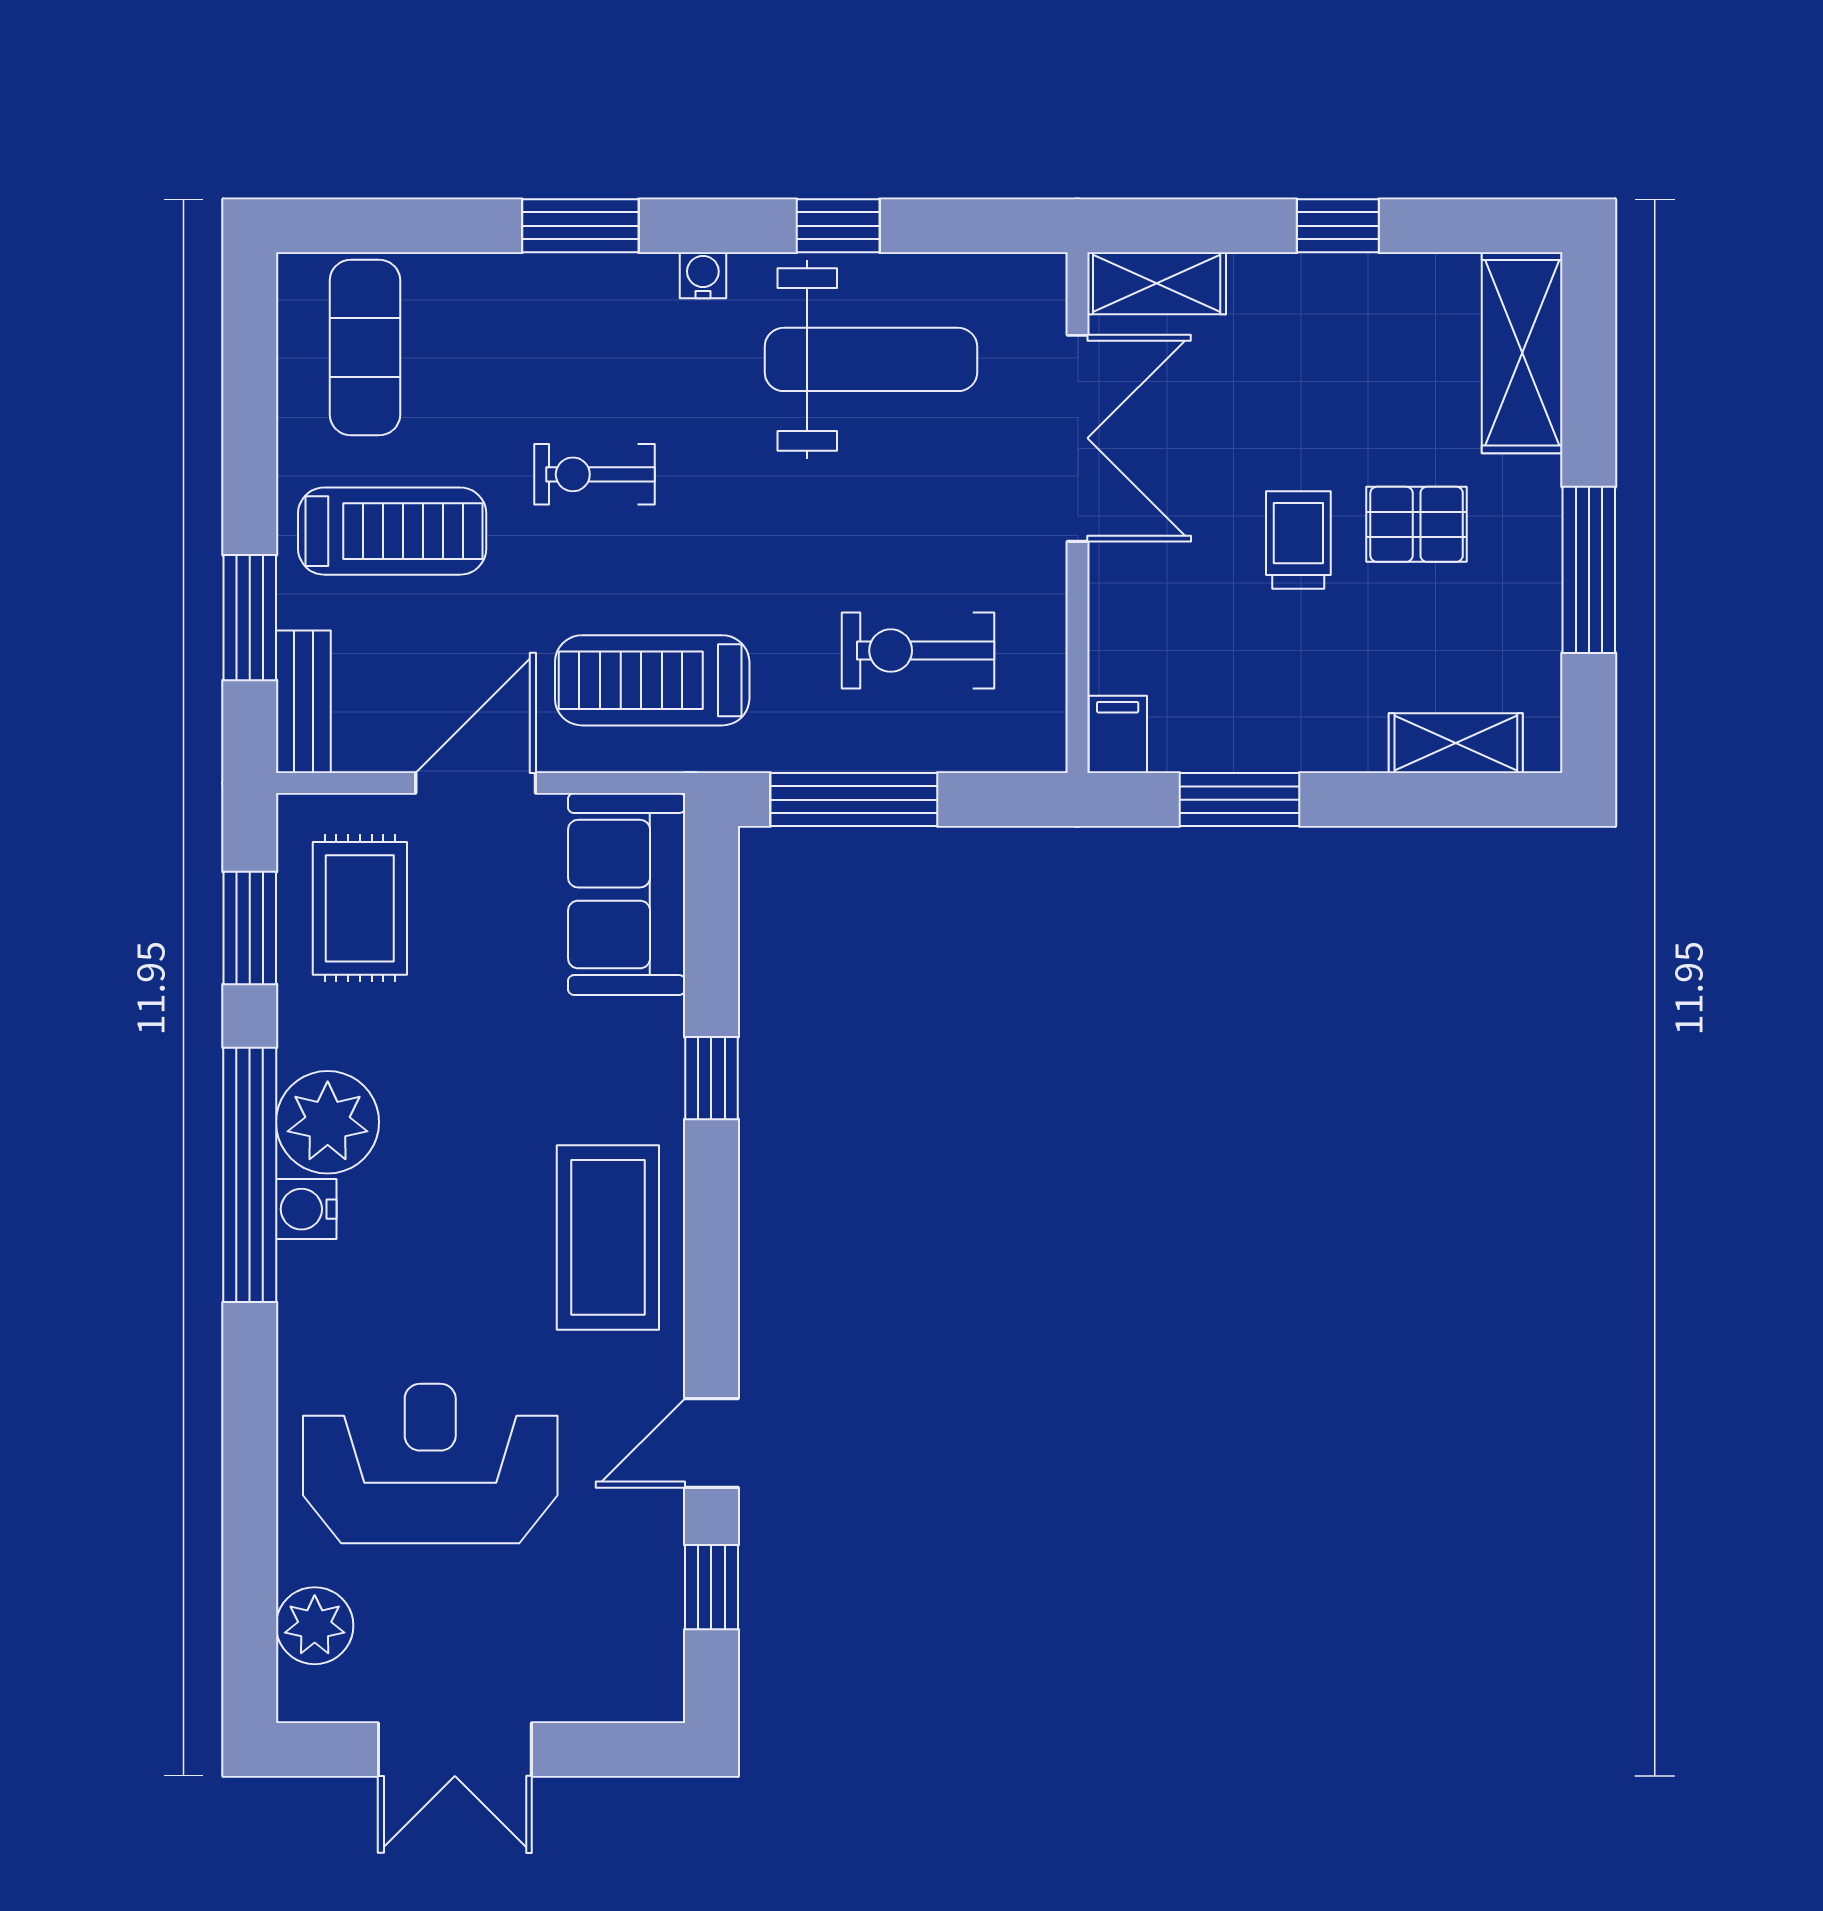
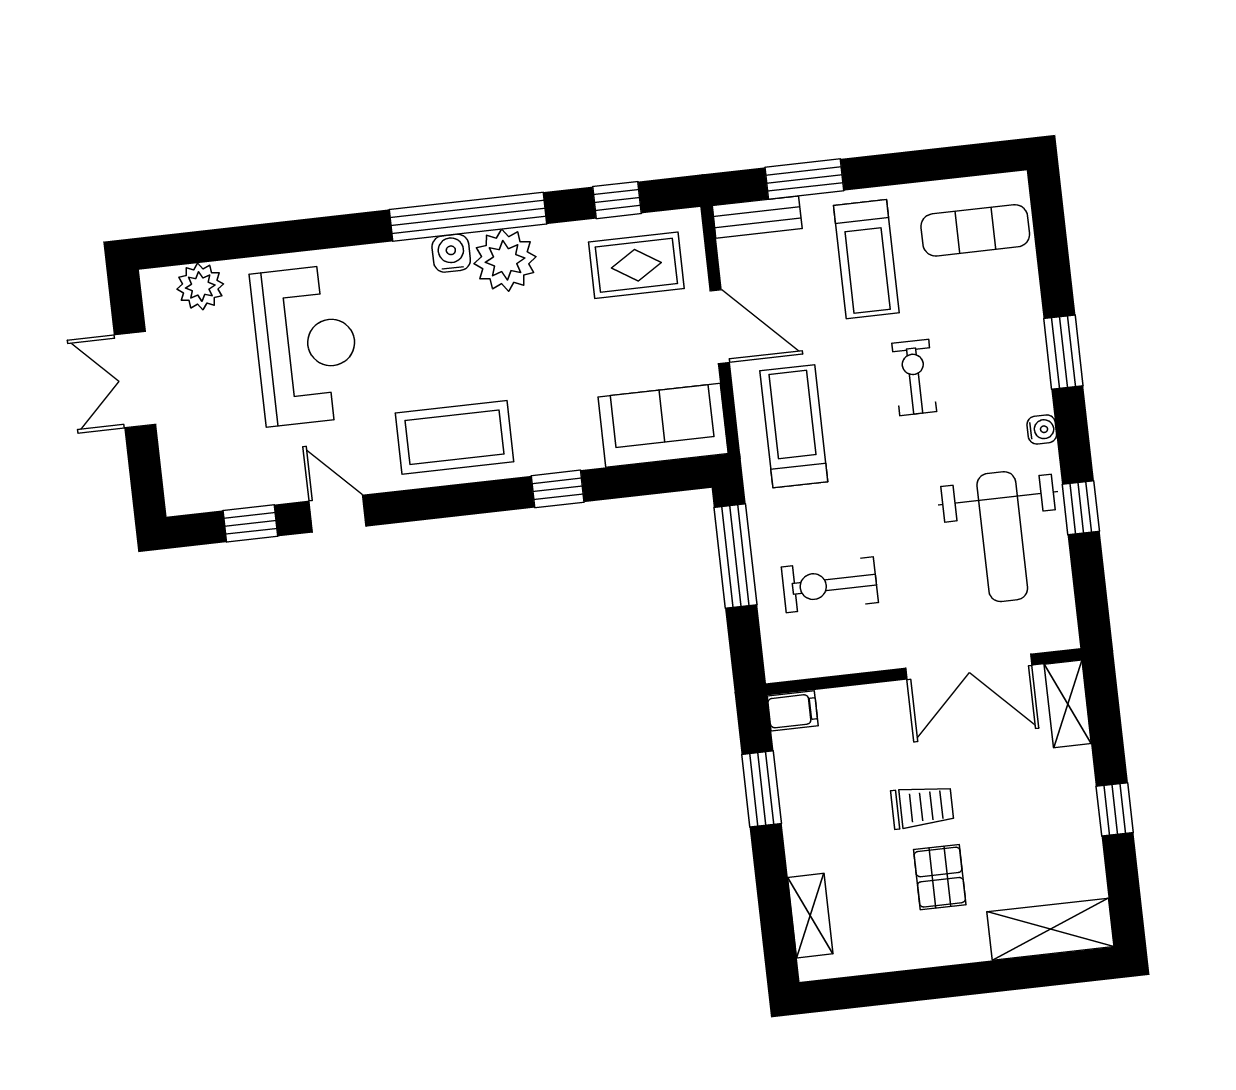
window: (1589, 570) -> (924, 984), removed
exercise bike: (918, 651) -> (830, 585), turned -90
window: (250, 928) -> (617, 200), width x0.67

